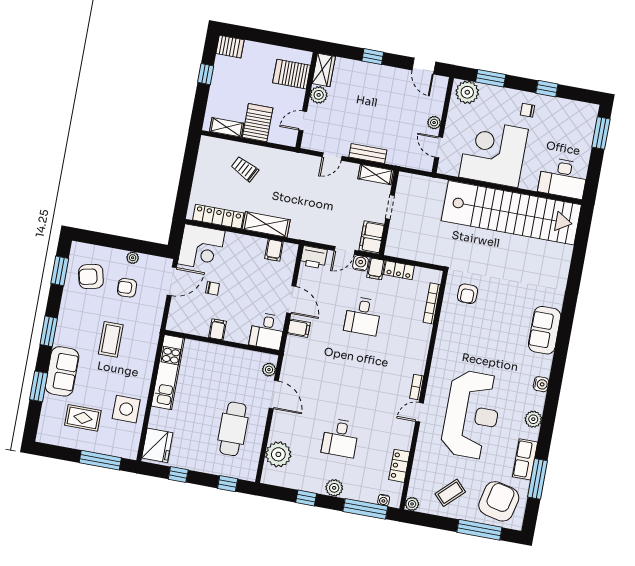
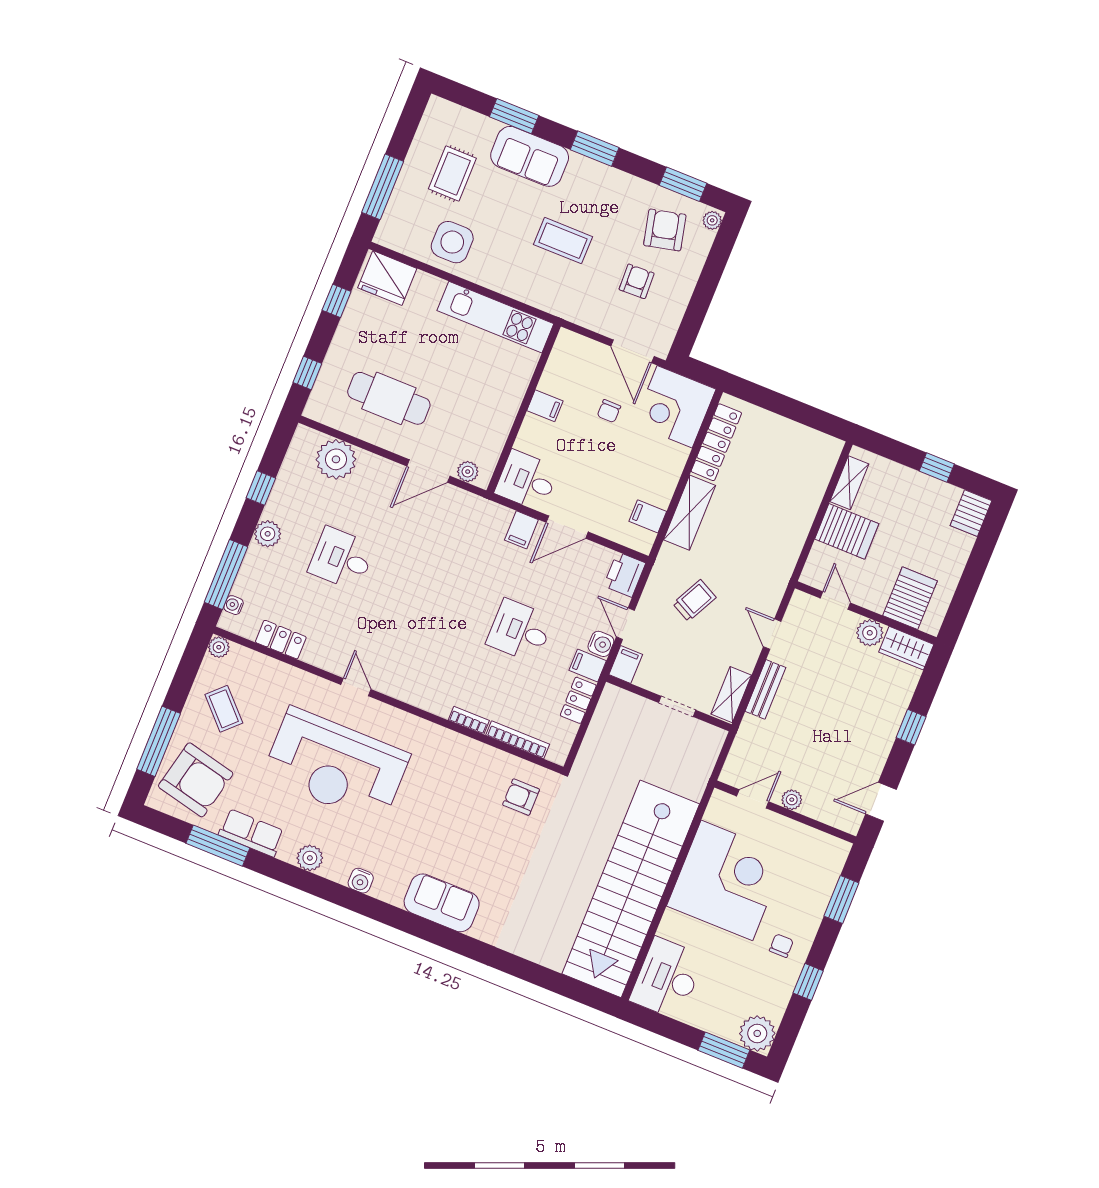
plant: (467, 92) -> (757, 1033), moved
trolley: (245, 169) -> (694, 600), moved
filing cabinet: (372, 237) -> (626, 664), width x0.50
plant: (133, 258) -> (712, 220), moved
bookcase: (417, 387) -> (469, 720), moved

